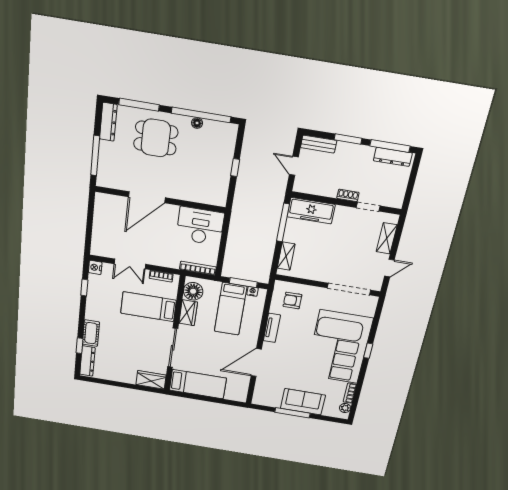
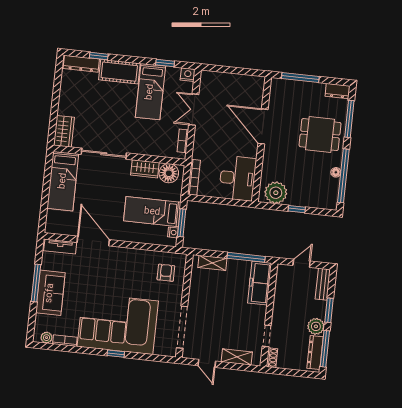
dresser: (108, 122) -> (338, 91), width x0.70
dining table: (156, 138) -> (320, 135), turned 90
plant: (364, 154) -> (316, 326), added
plant: (217, 188) -> (276, 193), added
shoe rack: (348, 195) -> (272, 358), moved
bed: (148, 307) -> (150, 92), moved, turned 180
tv unit: (272, 328) -> (60, 246), moved
cot: (91, 333) -> (119, 72), width x1.37, depth x1.34

